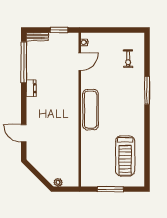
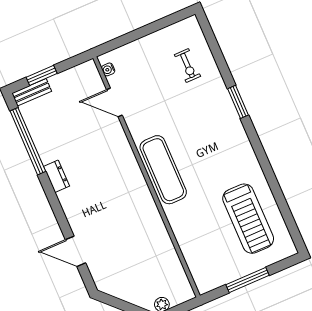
window: (59, 30) -> (42, 75), moved
door: (80, 62) -> (114, 102), swing flipped
window: (147, 90) -> (238, 102), width x0.69

